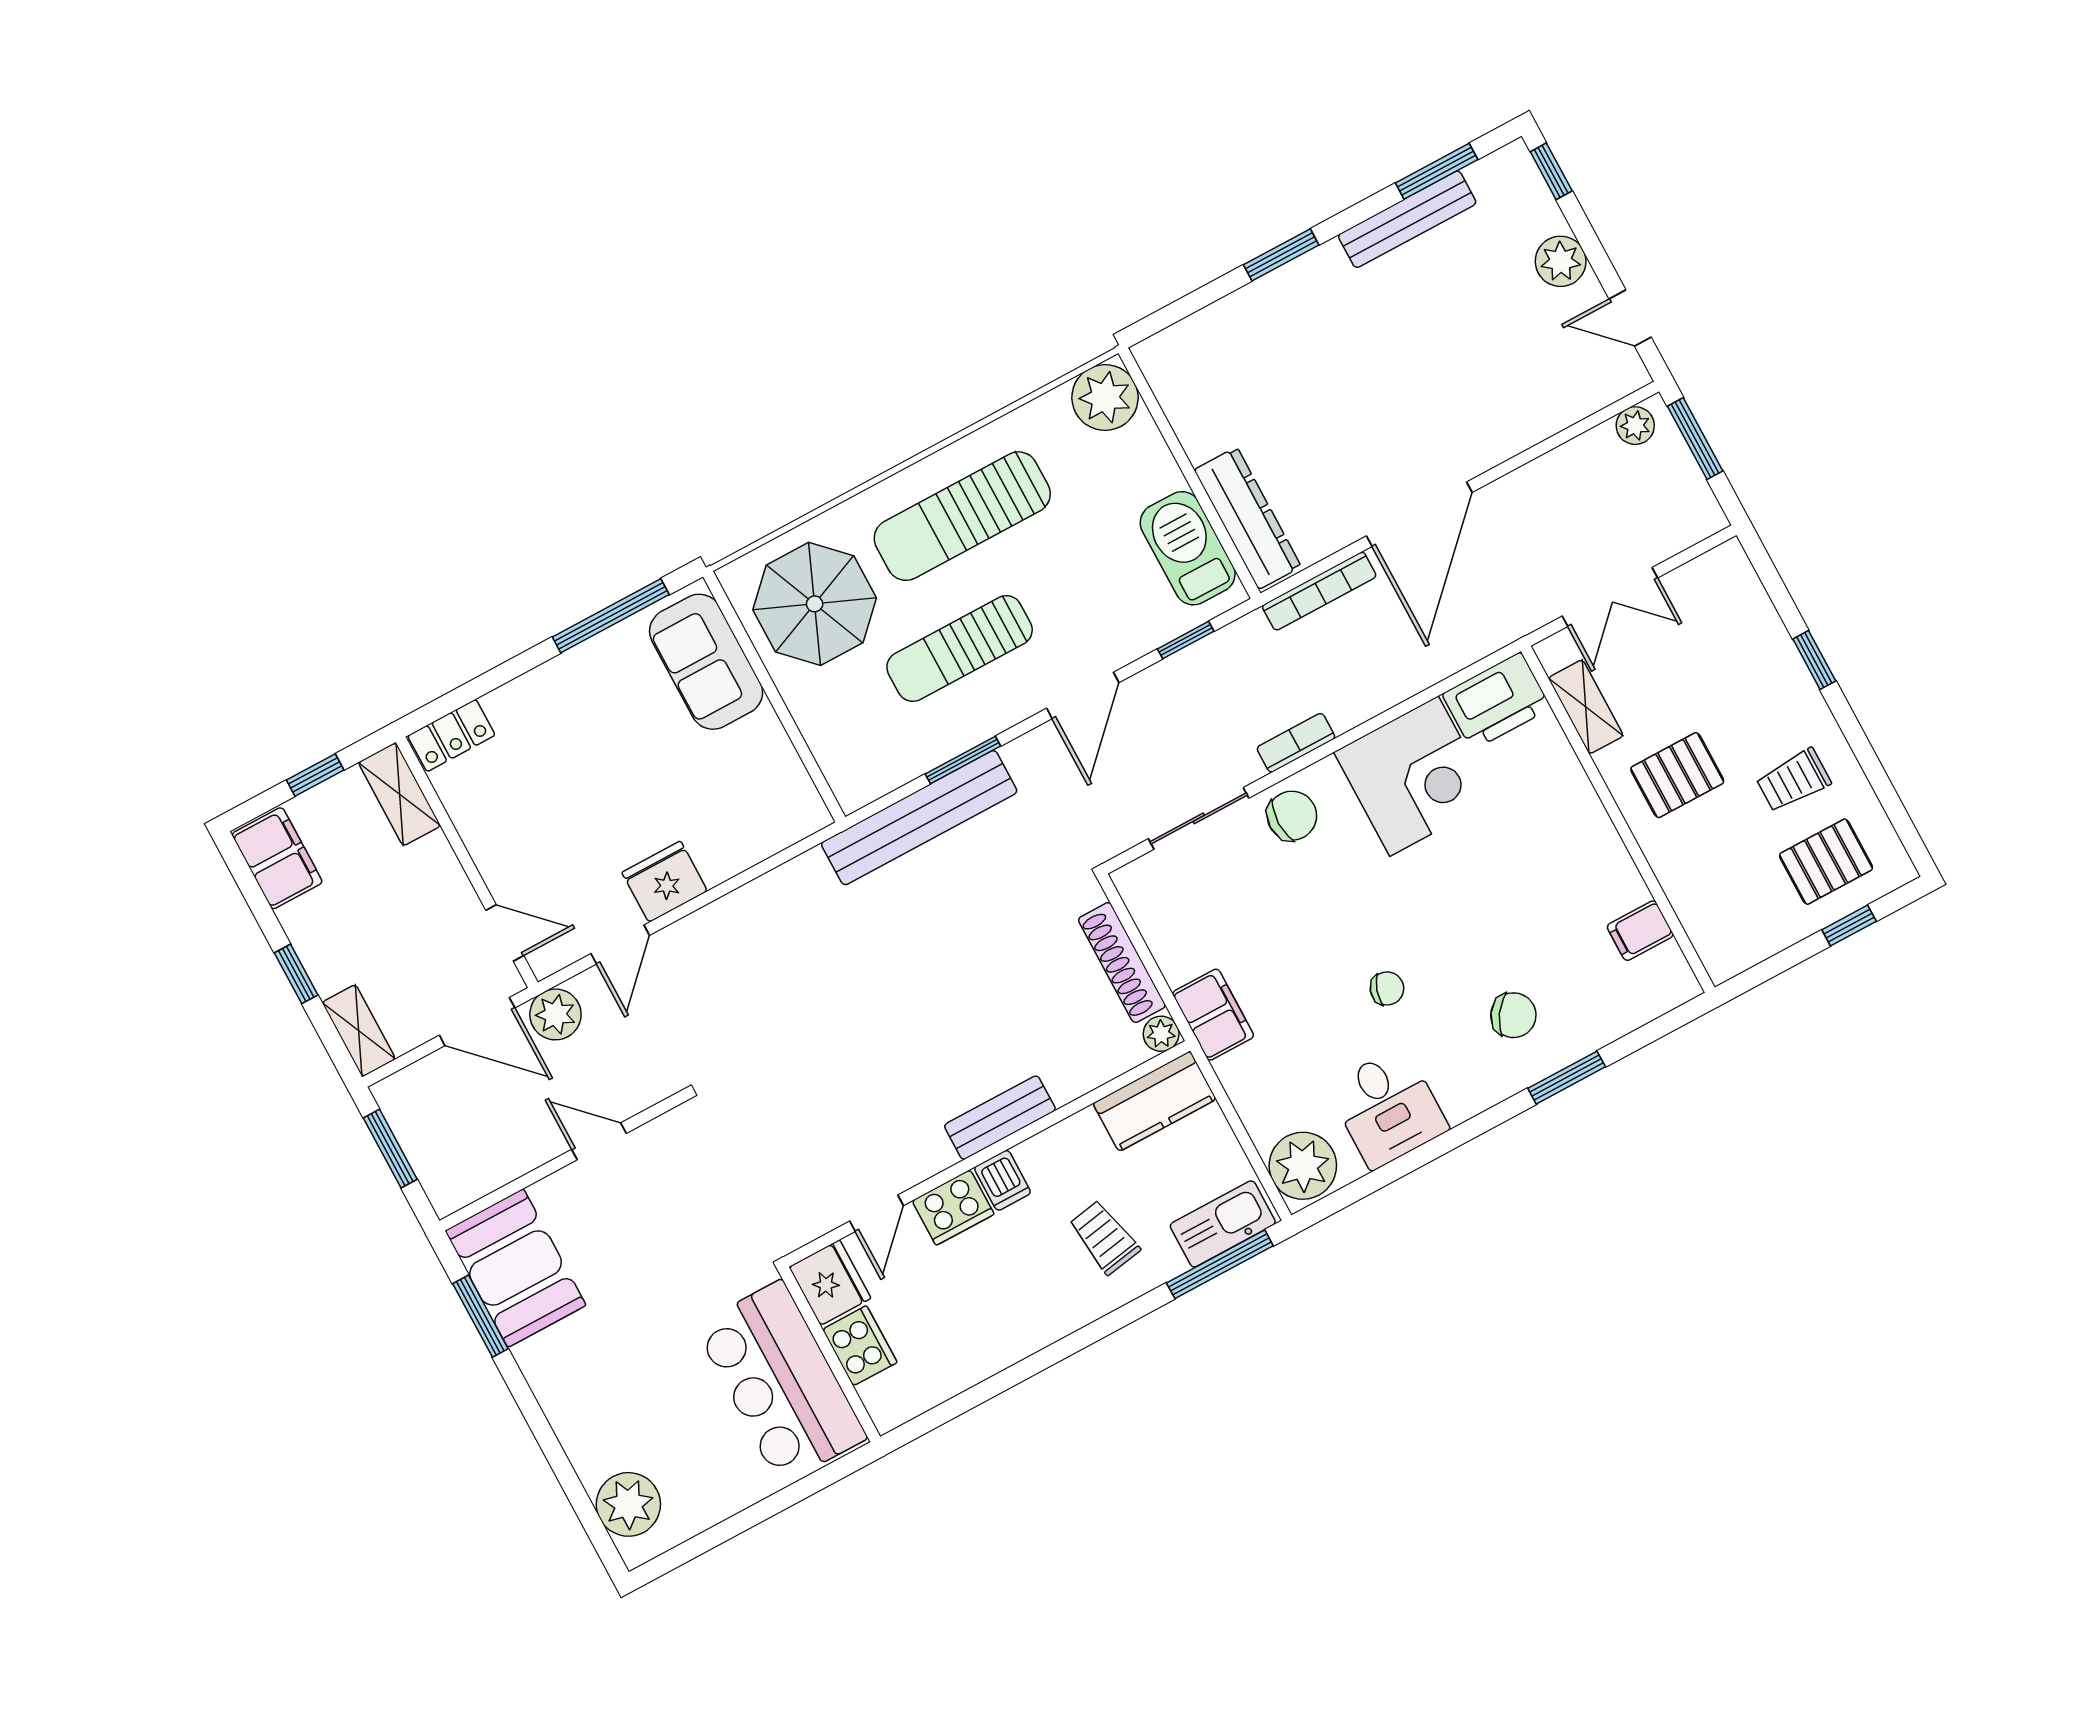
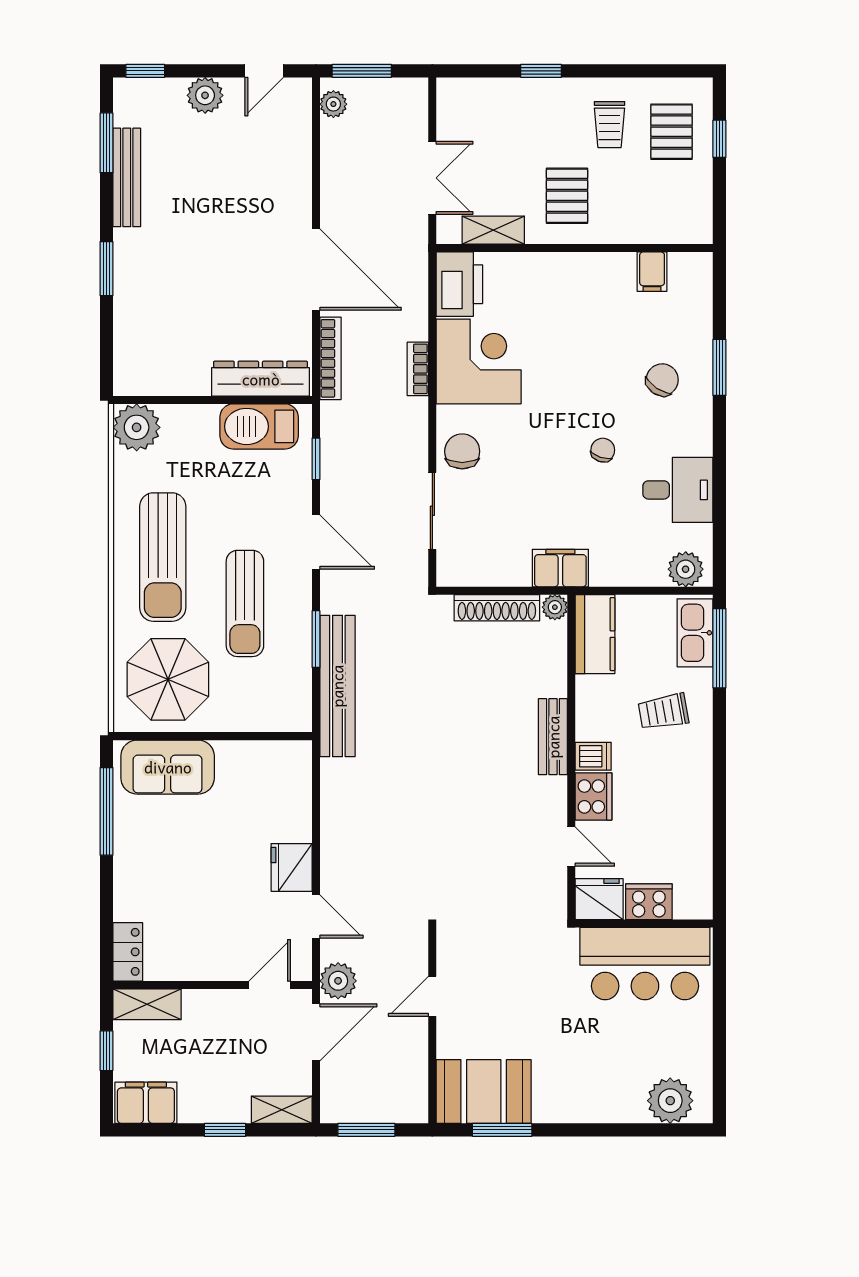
bookcase: (1296, 743) -> (418, 369), moved
plant: (1303, 1166) -> (686, 569), width x0.73, depth x0.73

